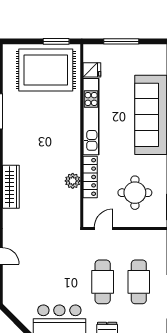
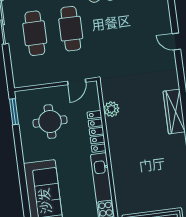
plant: (73, 181) -> (111, 109), moved

